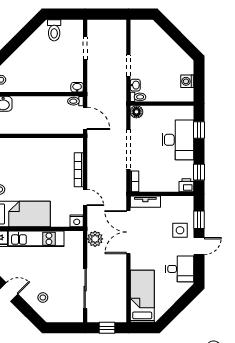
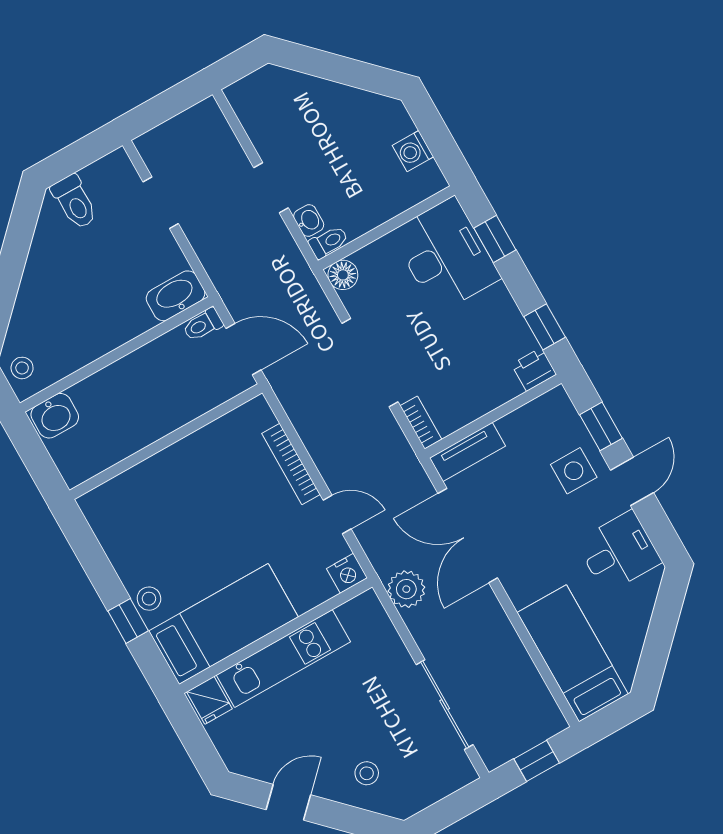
washbasin: (77, 87) -> (176, 296), width x1.91, depth x1.45
desk: (178, 140) -> (446, 255), moved

